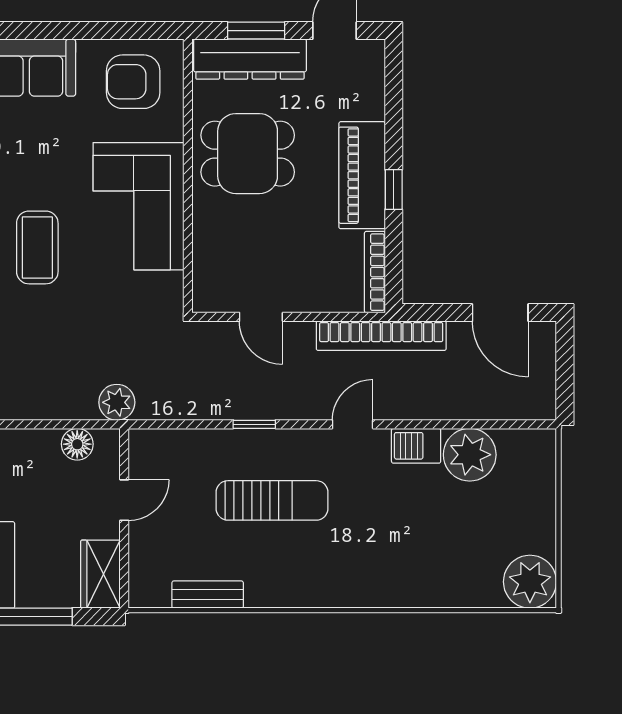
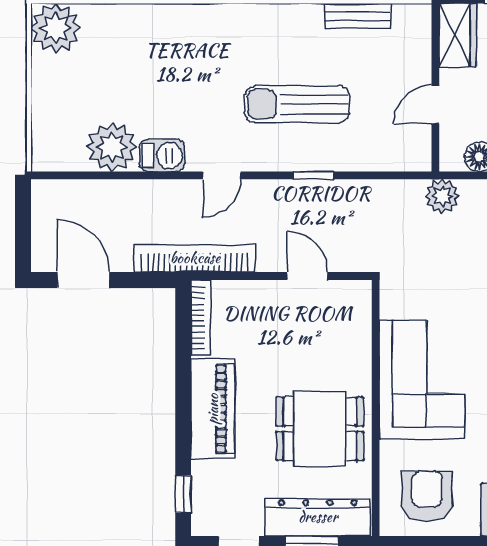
armchair: (133, 82) -> (427, 496), turned -90
window: (394, 189) -> (183, 494), moved

